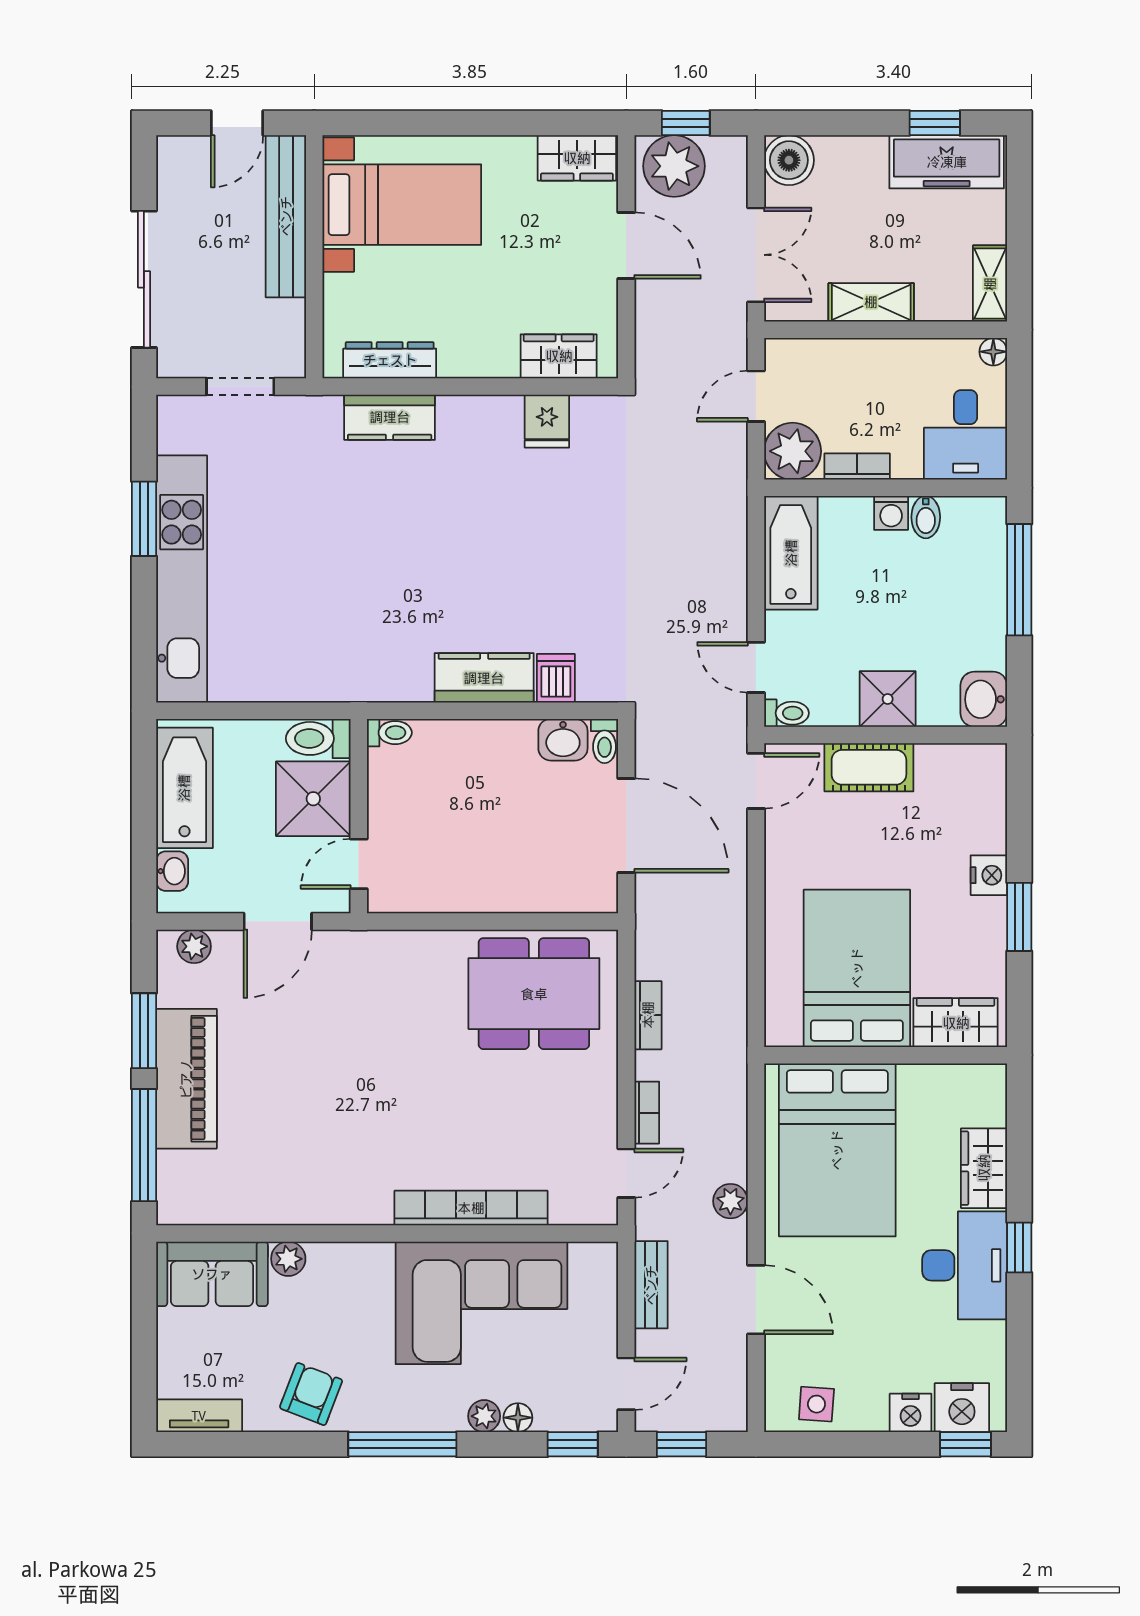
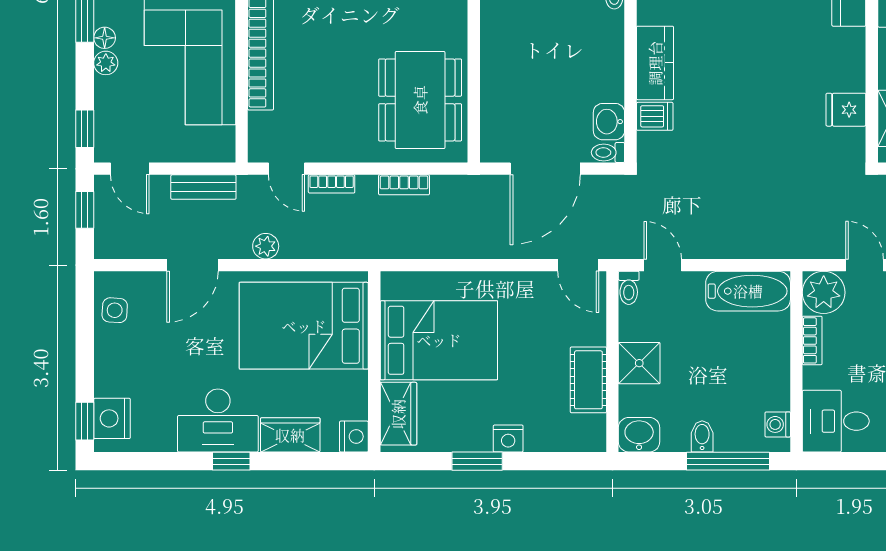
washing machine: (891, 513) -> (778, 424), moved
bidet: (926, 517) -> (702, 436), moved, turned 90
door: (756, 667) -> (663, 265), hinge flipped
cot: (869, 767) -> (588, 380), moved
nightstand: (911, 1413) -> (354, 437), moved, turned 180
floor lamp: (518, 1418) -> (105, 38), moved

